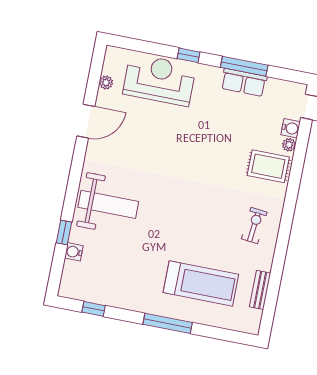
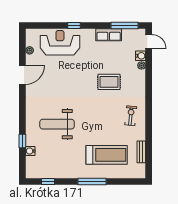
window: (244, 66) -> (125, 26), moved
rug: (268, 166) -> (109, 82), moved
weight bench: (108, 204) -> (57, 124), moved, turned 180

